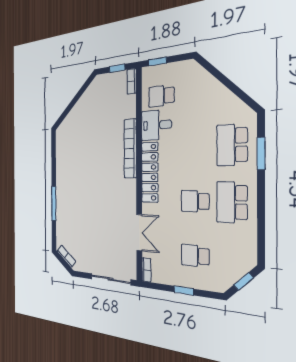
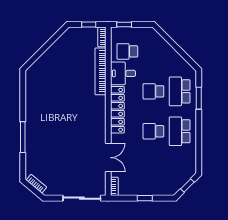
bookcase: (130, 149) -> (101, 71), moved
school desk: (195, 256) -> (153, 91), moved

